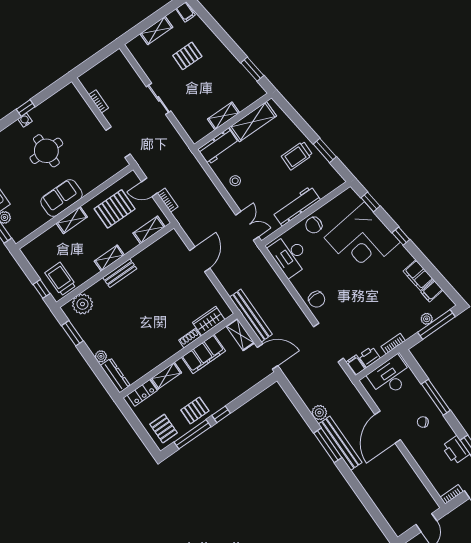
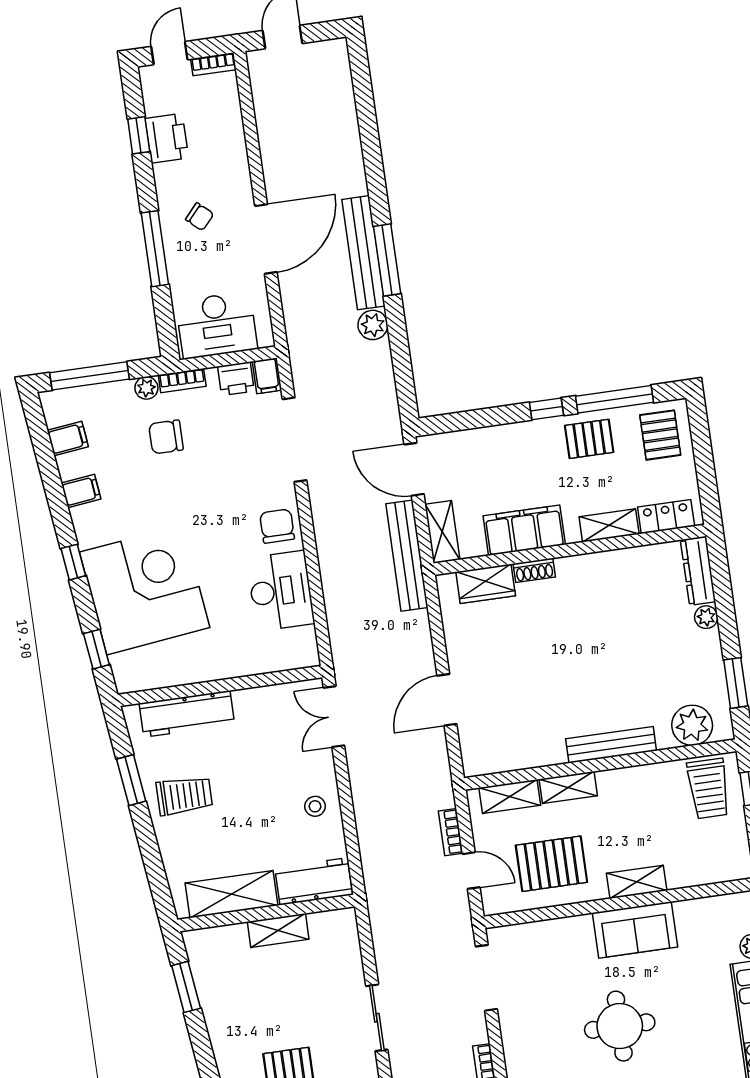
workbench: (296, 206) -> (187, 714), moved
chair: (314, 225) -> (166, 437), moved, turned 180
desk: (289, 255) -> (281, 591), moved
shelving: (109, 258) -> (568, 787), moved
bench: (120, 273) -> (611, 745), width x1.36
filing cabinet: (418, 275) -> (81, 491), width x0.50
plant: (427, 319) -> (146, 388), moved

